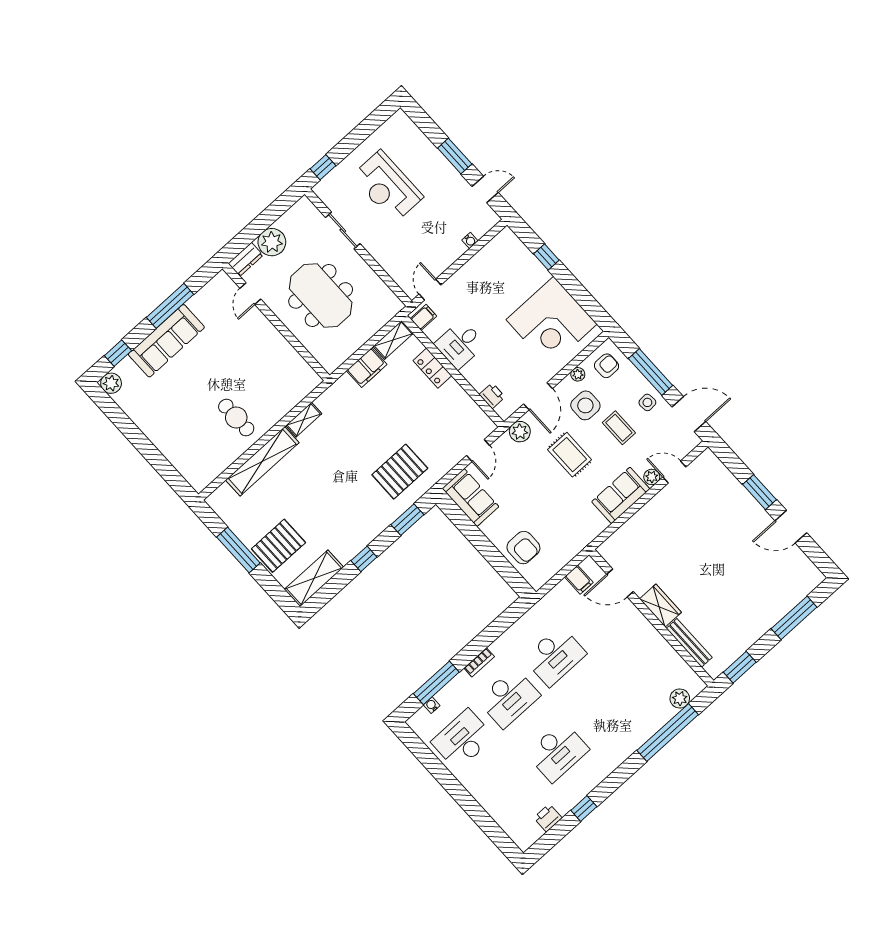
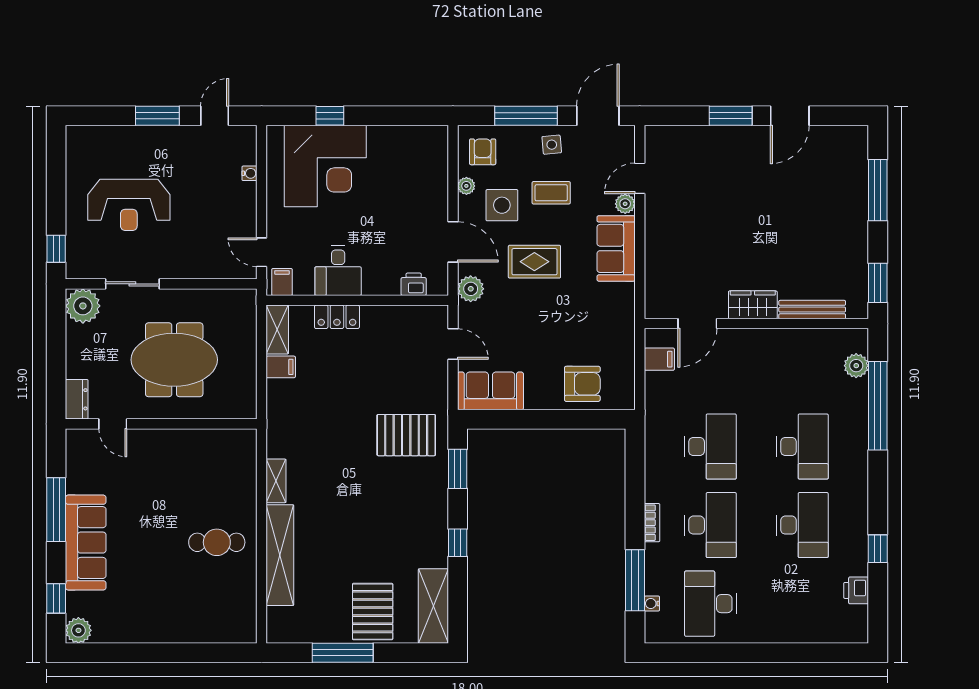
plant: (272, 242) -> (83, 306), moved
corner desk: (552, 322) -> (325, 166), moved
filing cabinet: (367, 368) -> (281, 367), width x0.50
pallet: (400, 472) -> (406, 435), turned 90
desk: (604, 710) -> (802, 446), added

